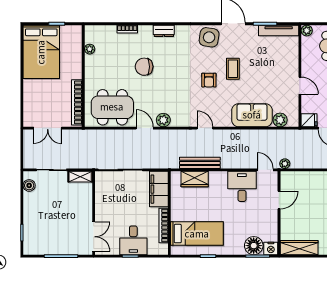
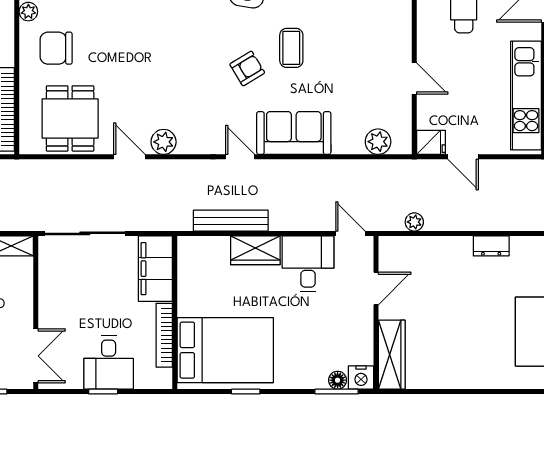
chair: (144, 67) -> (56, 48), moved
armchair: (209, 80) -> (247, 69), turned -121
dining table: (112, 107) -> (70, 118), width x0.73
sofa: (252, 115) -> (294, 133), moved
plant: (285, 164) -> (414, 222), moved
wardrobe: (195, 179) -> (255, 250), moved
bed: (197, 234) -> (225, 350), width x1.50
floor lamp: (254, 246) -> (338, 380), width x0.53, depth x0.53
wardrobe: (299, 248) -> (392, 355), moved, turned 90

